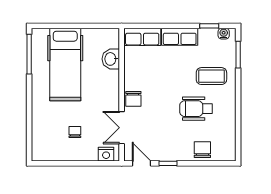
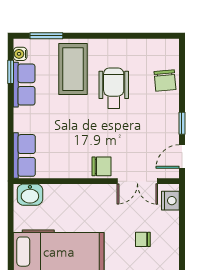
row of seats: (180, 37) -> (24, 85), moved
washbasin: (111, 59) -> (30, 195), moved
coffee table: (211, 76) -> (73, 69), width x1.36, depth x1.32
wheelchair: (196, 109) -> (114, 88), turned 180
chair: (202, 150) -> (165, 80), turned -95

